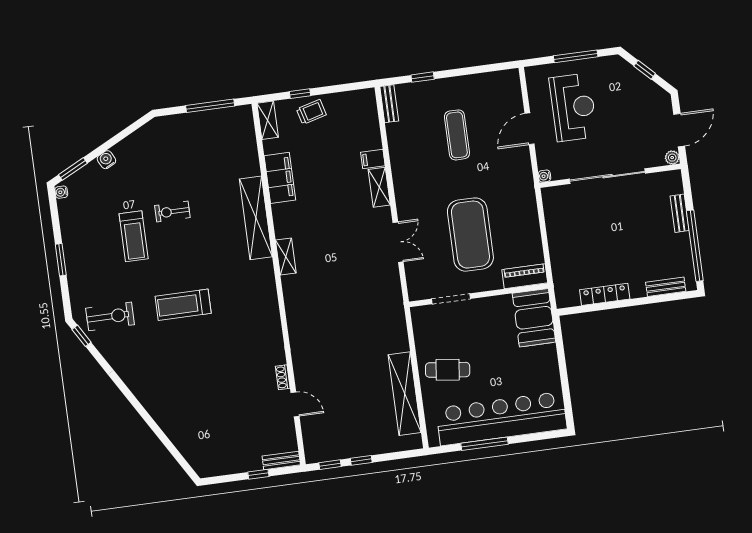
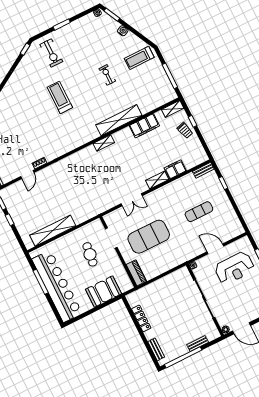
filing cabinet: (373, 159) -> (175, 169), width x2.00
treadmill: (134, 236) -> (139, 58), moved
exercise bike: (110, 316) -> (51, 53), moved
booth: (534, 318) -> (103, 292), moved
cafe table: (448, 370) -> (90, 254), moved

